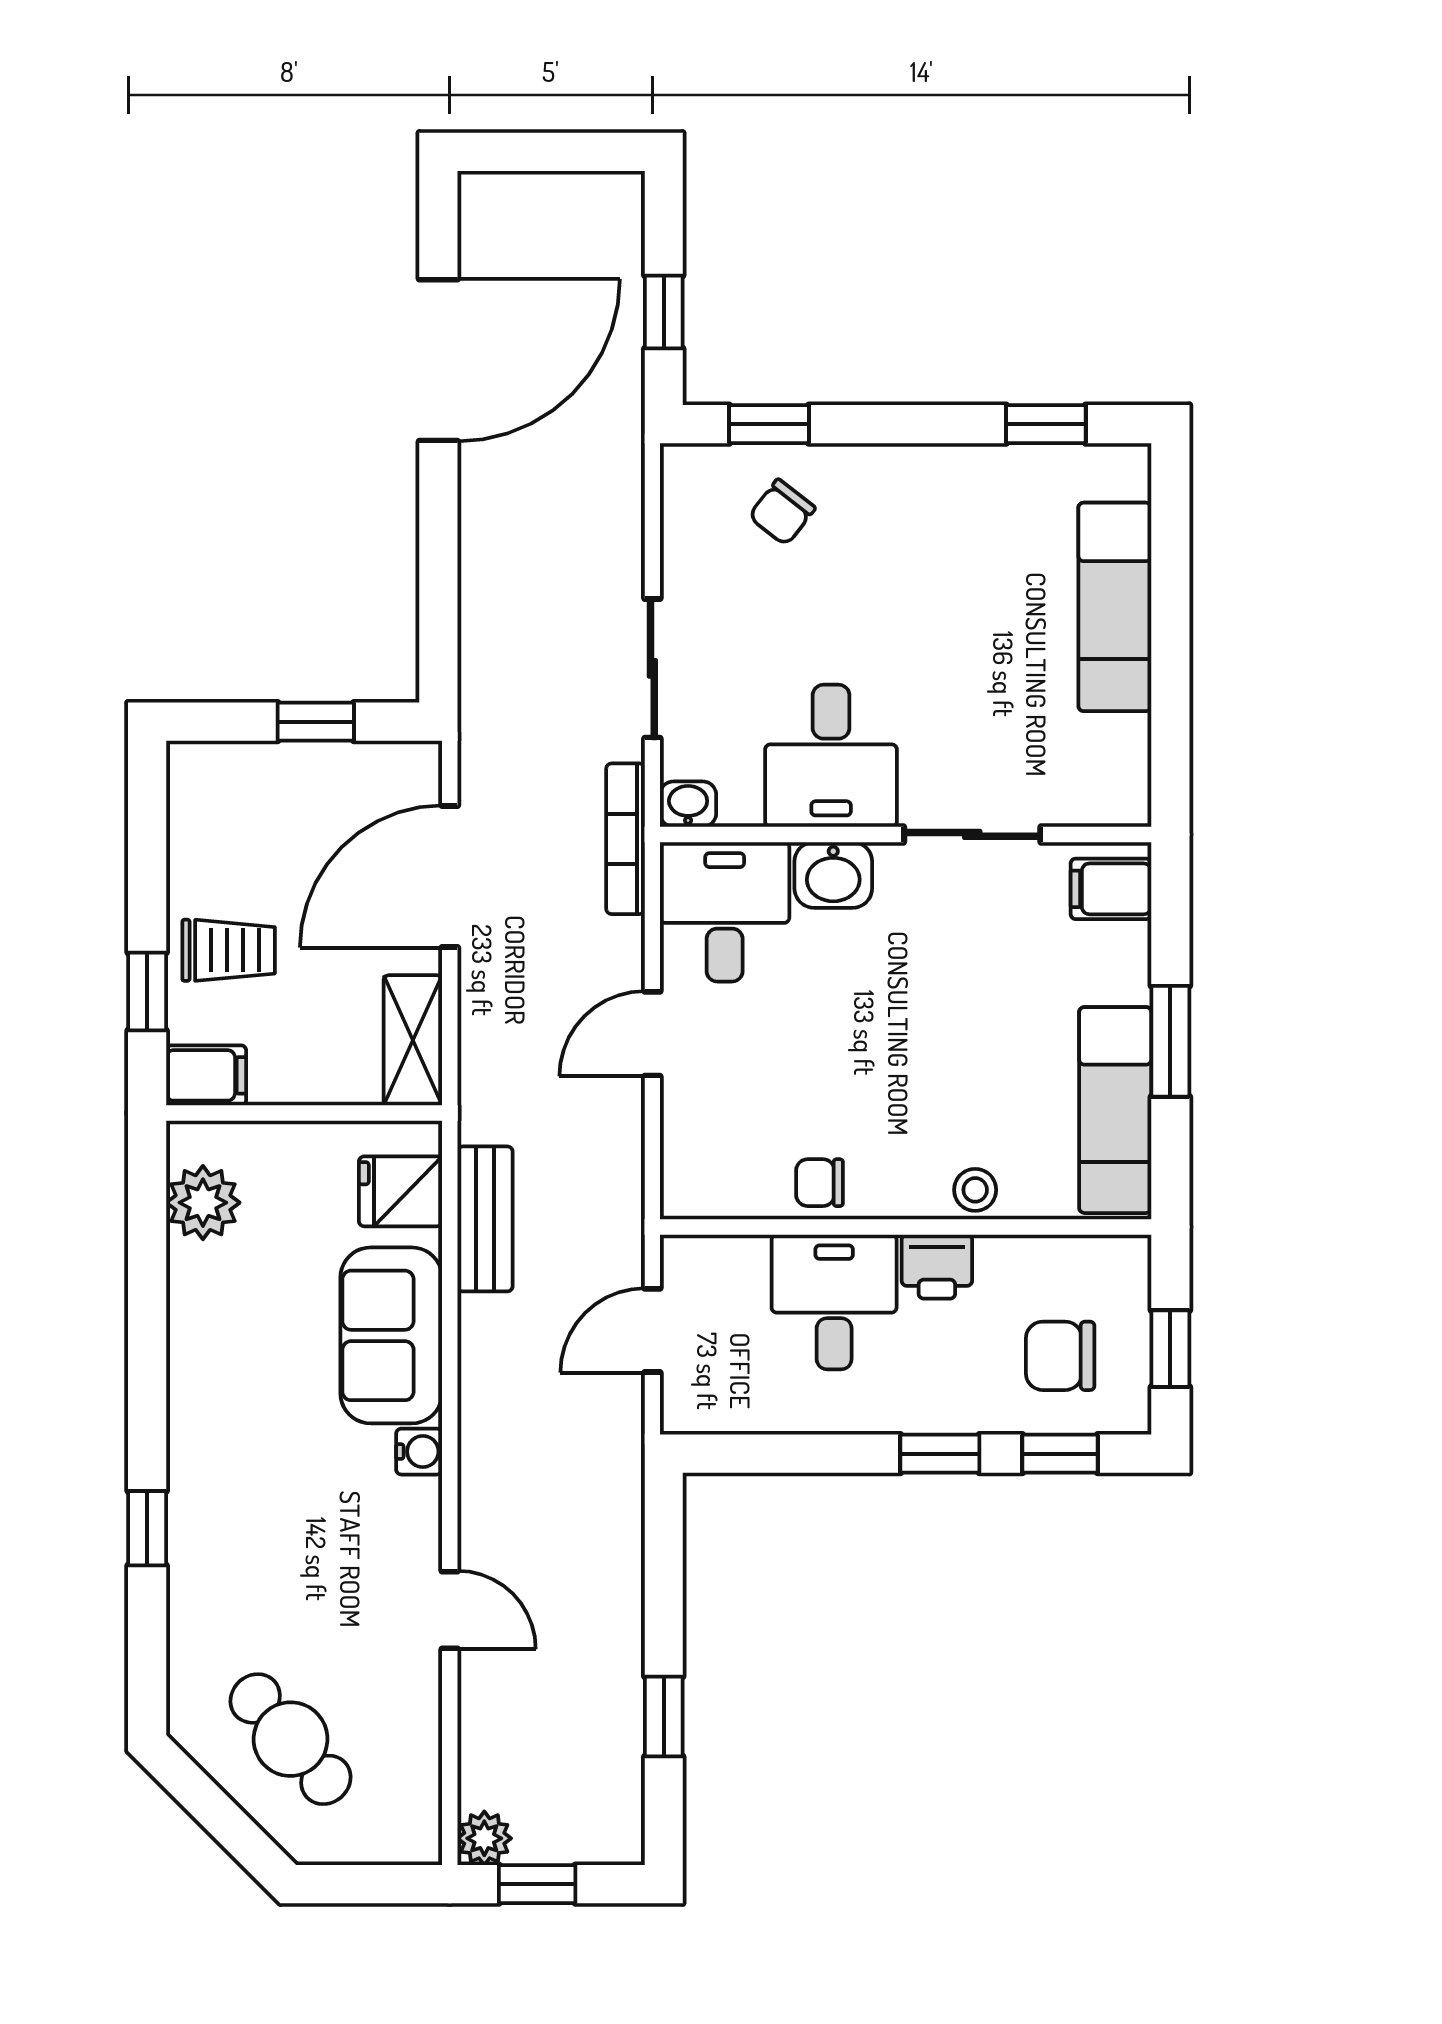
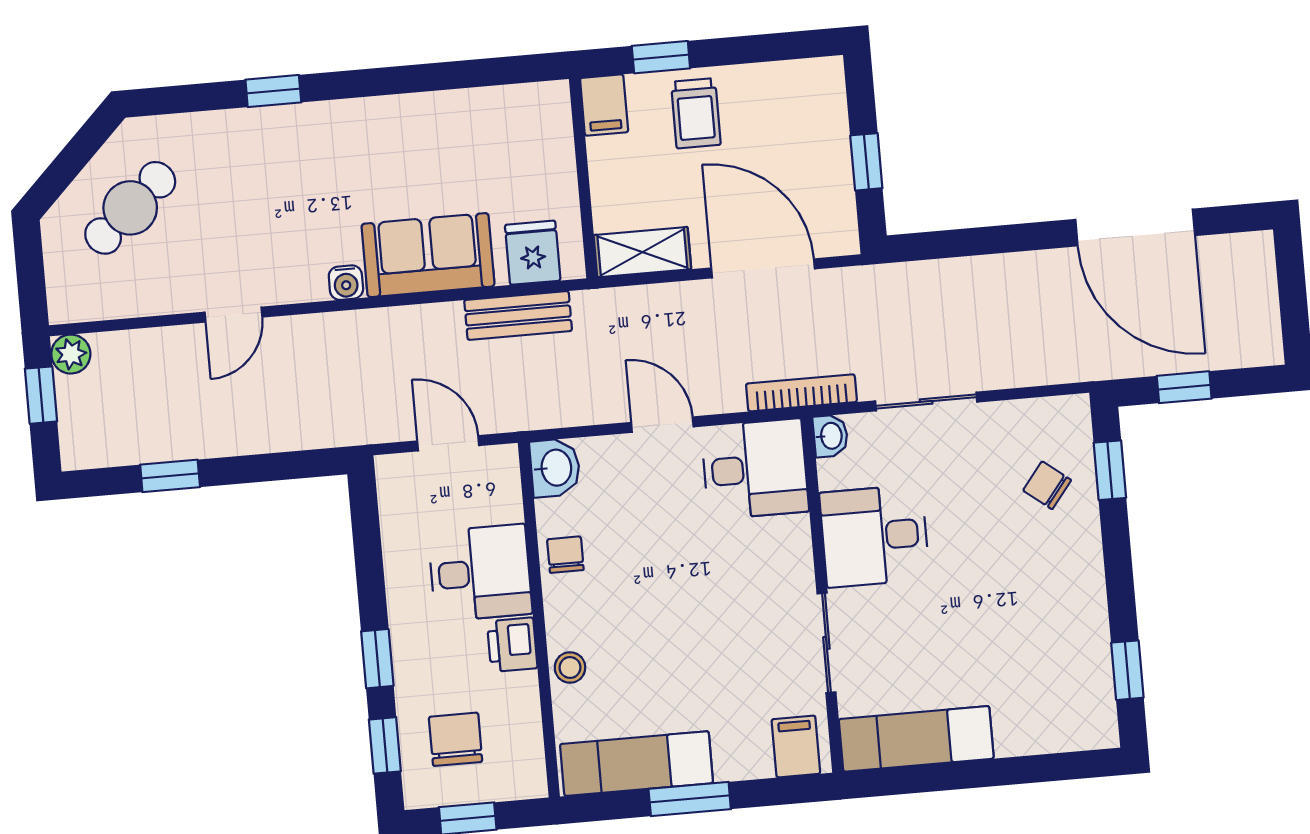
exam couch: (1115, 607) -> (916, 739), moved
washbasin: (833, 875) -> (555, 468), moved, turned 180
plant: (203, 1203) -> (512, 111), removed

